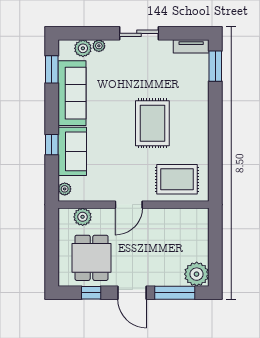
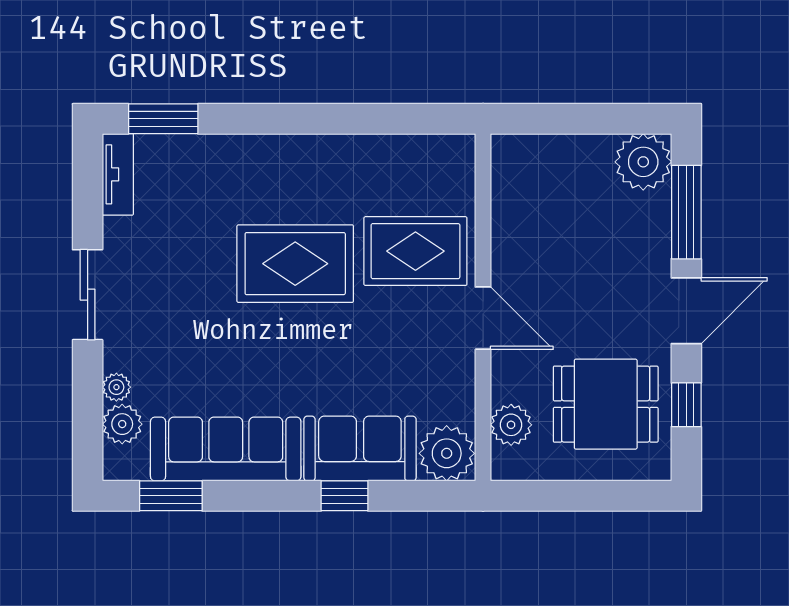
rug: (177, 179) -> (415, 251), moved, turned 90
plant: (65, 189) -> (447, 453), width x1.87, depth x1.87

